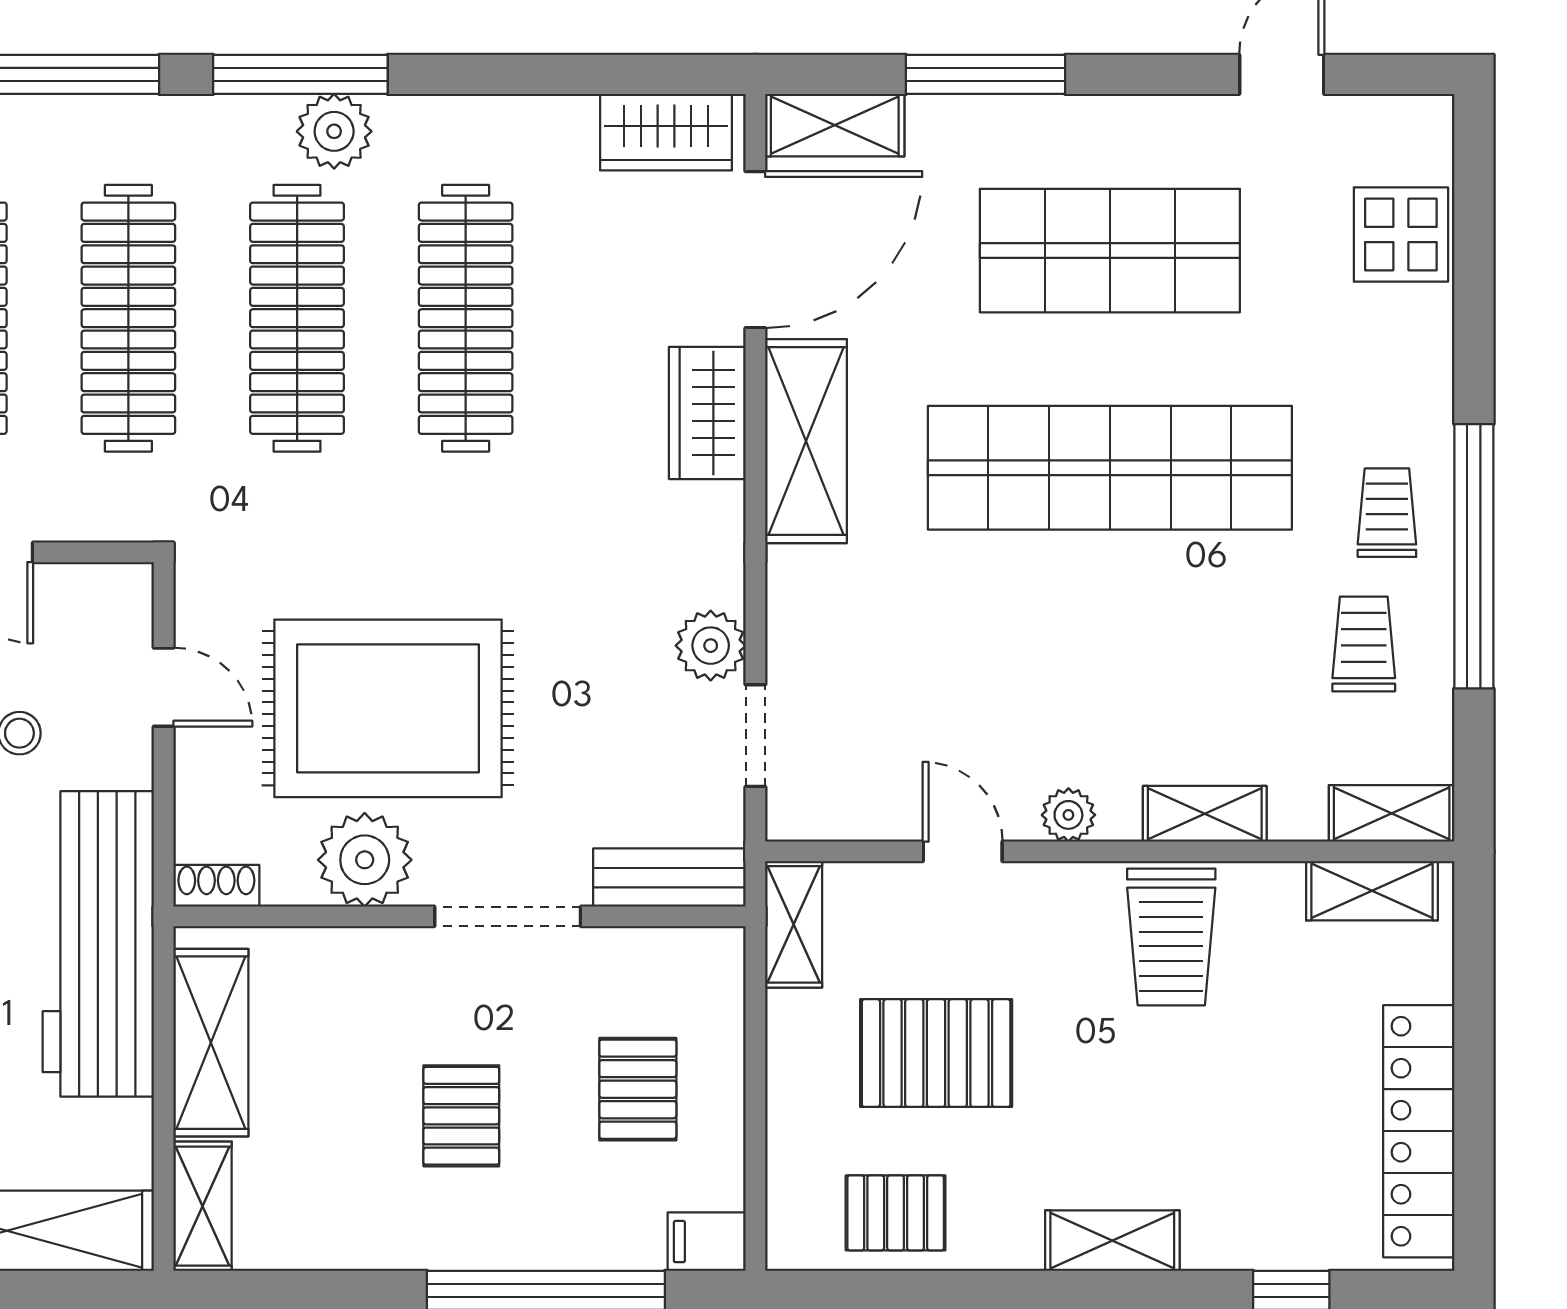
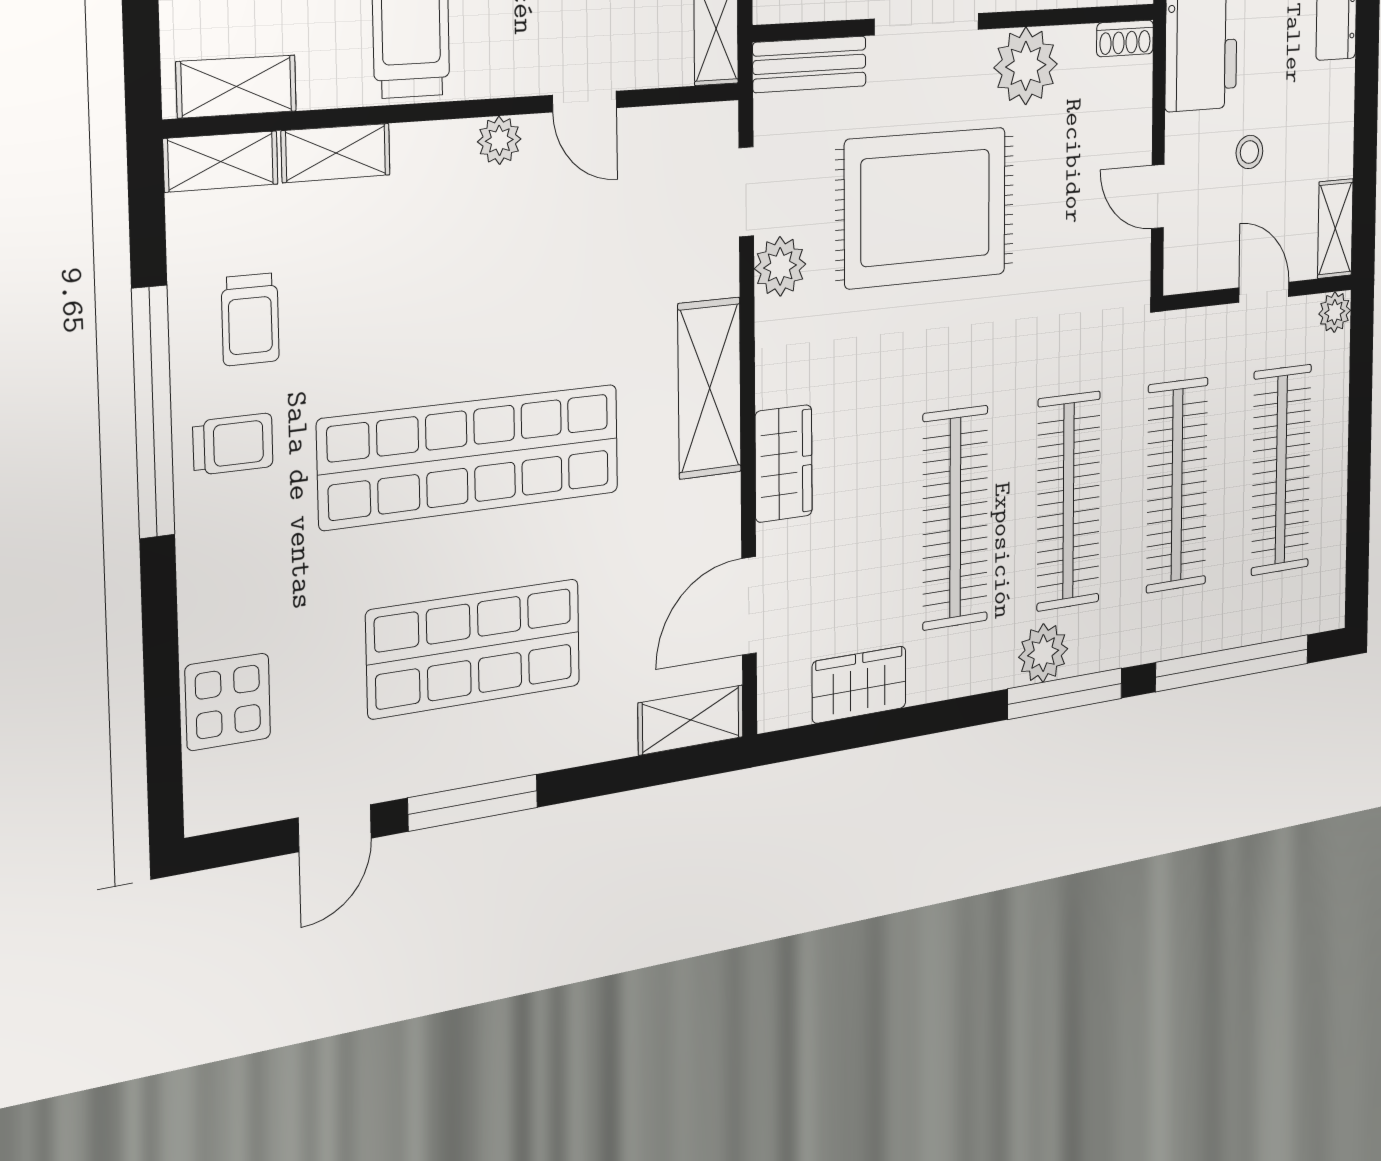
window: (985, 74) -> (473, 803), moved
wardrobe: (666, 132) -> (859, 685), moved
door: (755, 250) -> (749, 606), width x0.73
shelving: (806, 441) -> (710, 388), moved
trolley: (1387, 513) -> (233, 444), turned -90
rug: (388, 708) -> (926, 208), moved
shelving: (1205, 814) -> (336, 153), moved

